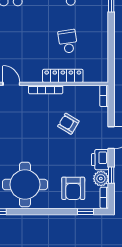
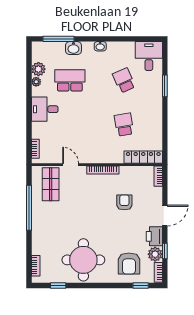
locker: (63, 76) -> (143, 157), moved
armchair: (68, 124) -> (124, 202), turned 59

